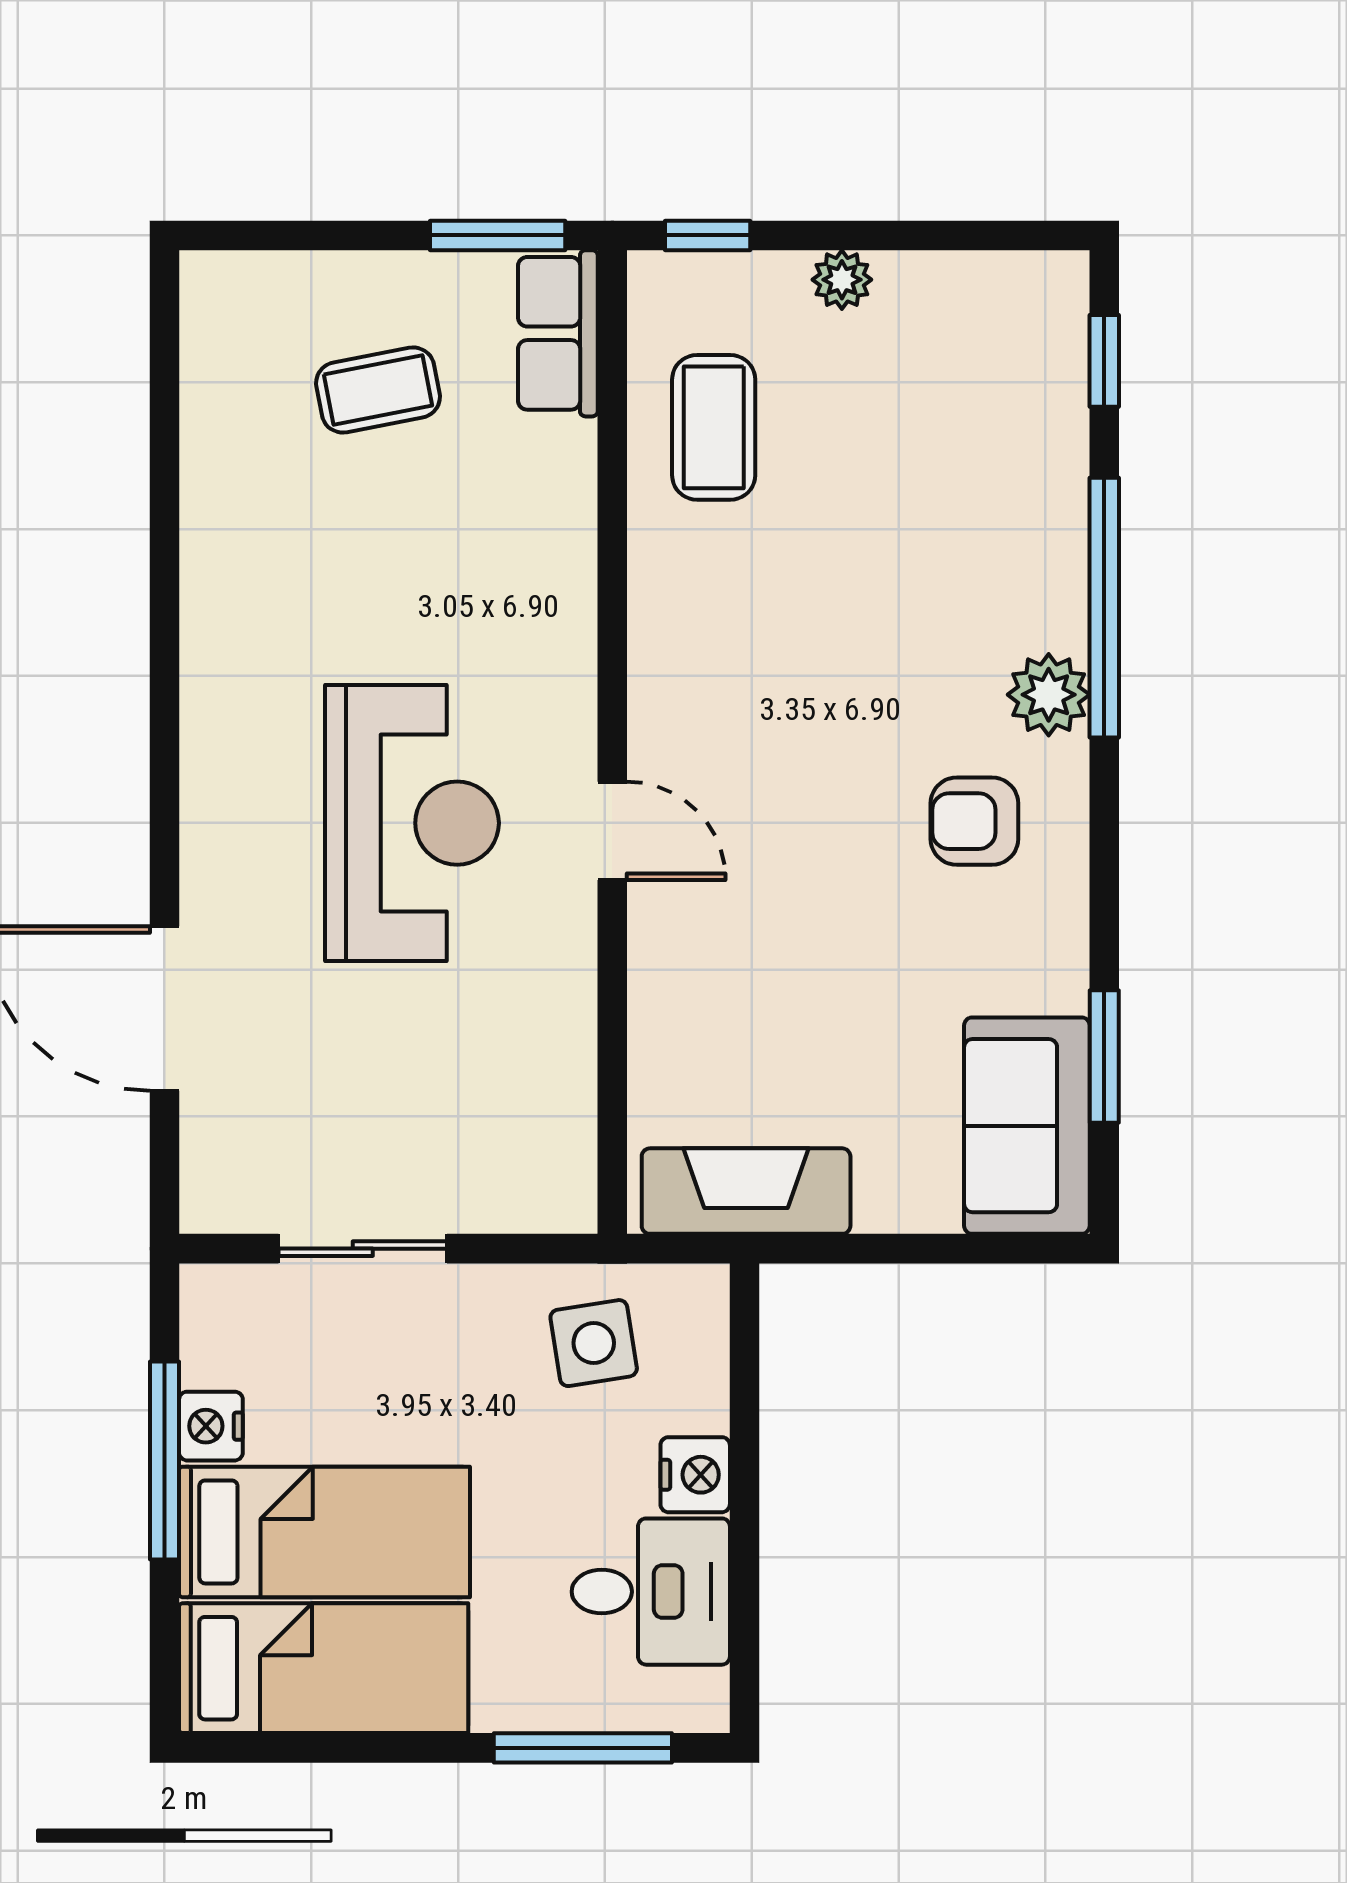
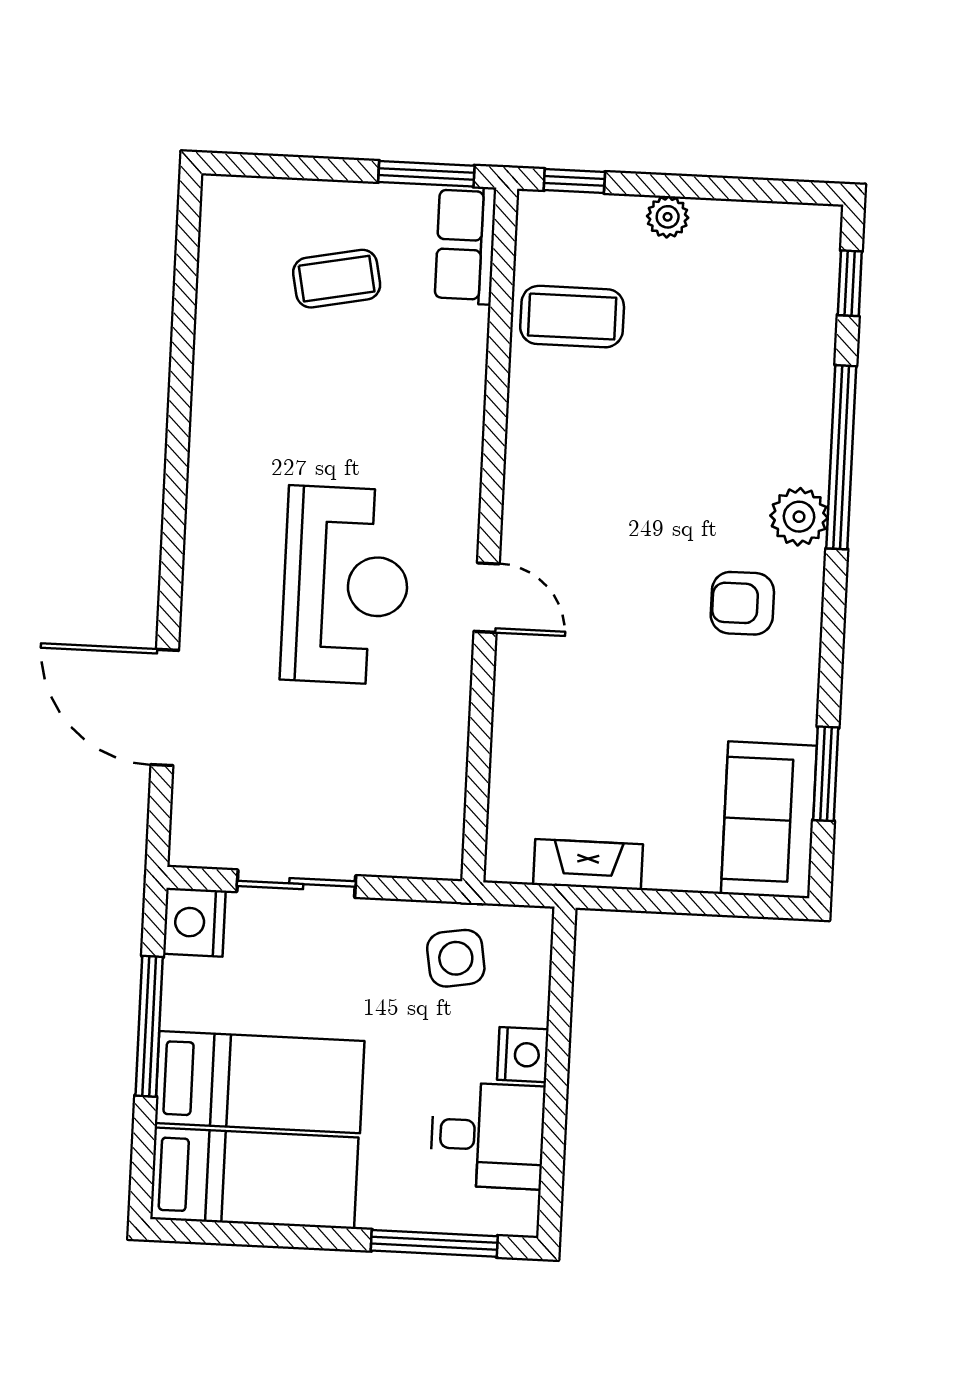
coffee table: (714, 427) -> (572, 317), turned 90
fireplace: (746, 1191) -> (588, 865), width x0.73, depth x0.76
nightstand: (211, 1426) -> (194, 922), moved, width x1.36, depth x1.33

